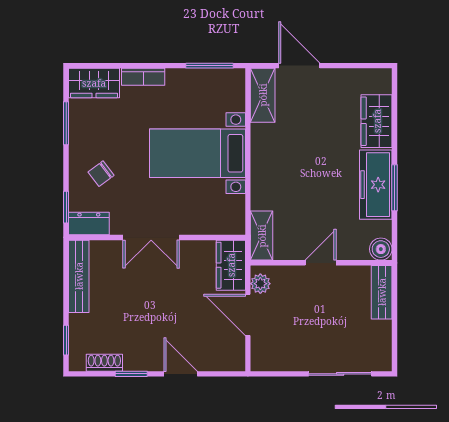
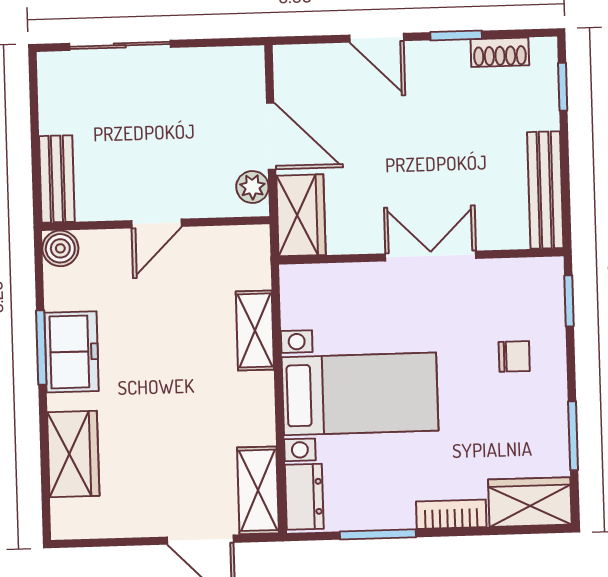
window: (210, 66) -> (378, 534), moved
chair: (101, 174) -> (514, 356), turned 37
freezer: (376, 185) -> (71, 352), width x0.71
dresser: (89, 224) -> (304, 497), moved, turned -90
shelving: (262, 236) -> (255, 330), moved

